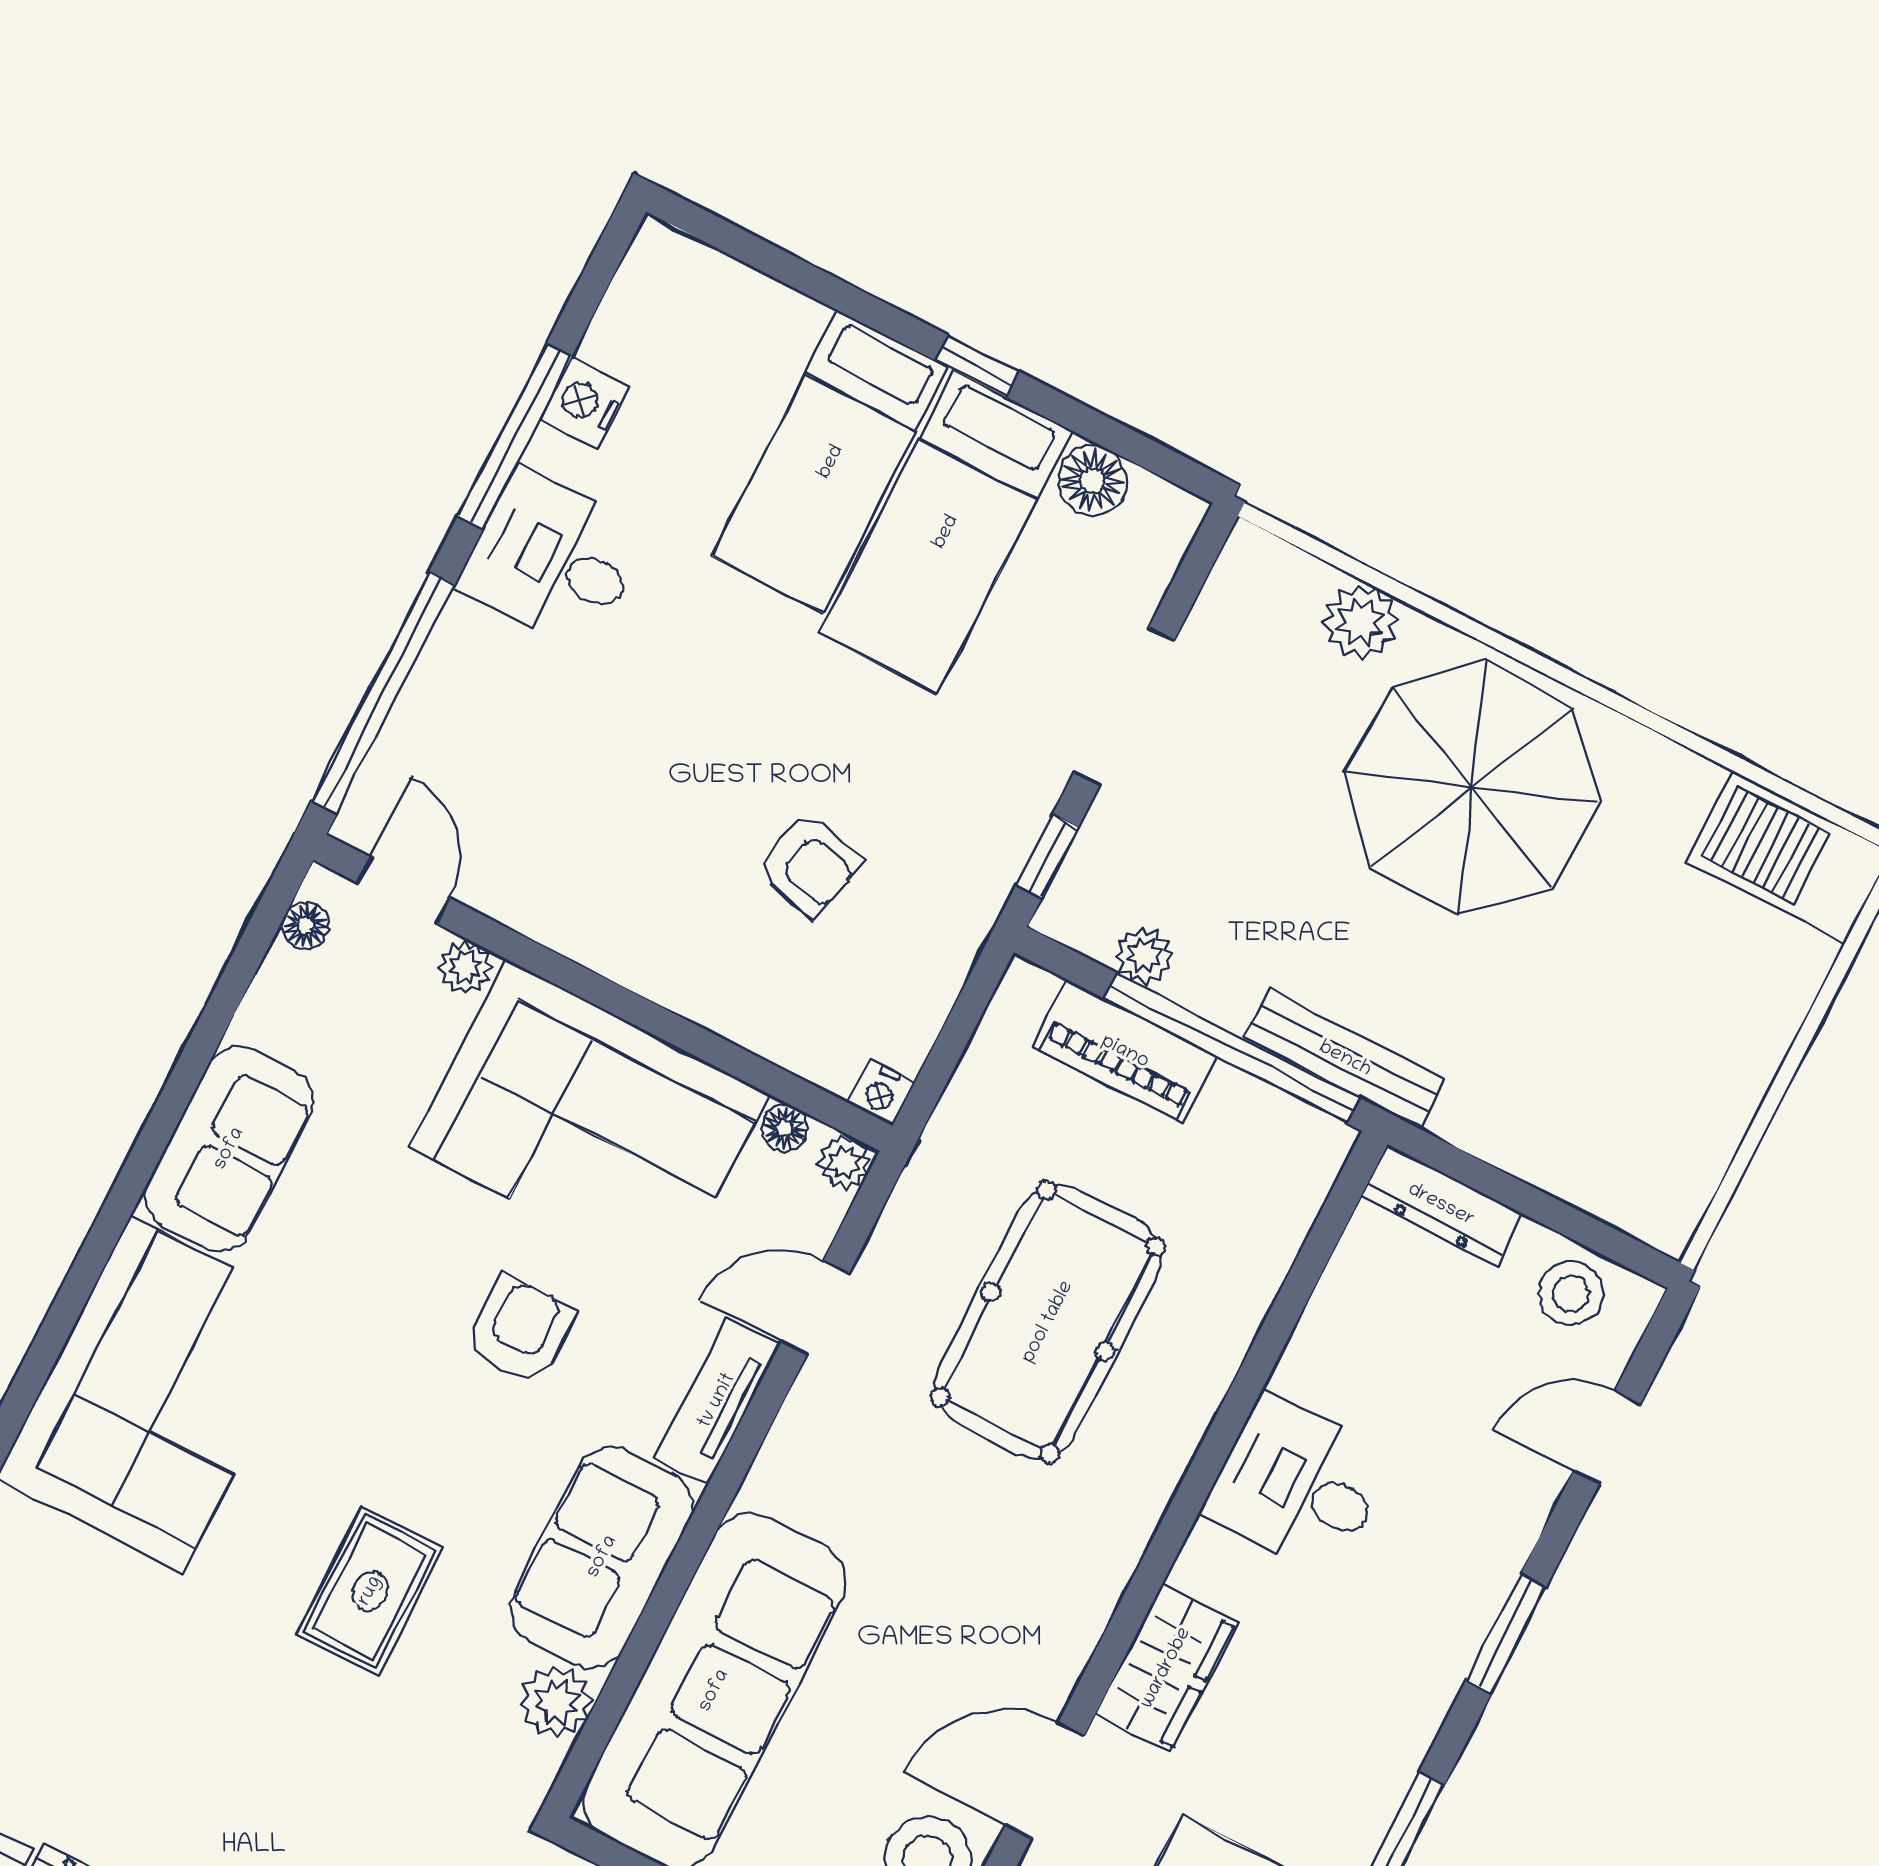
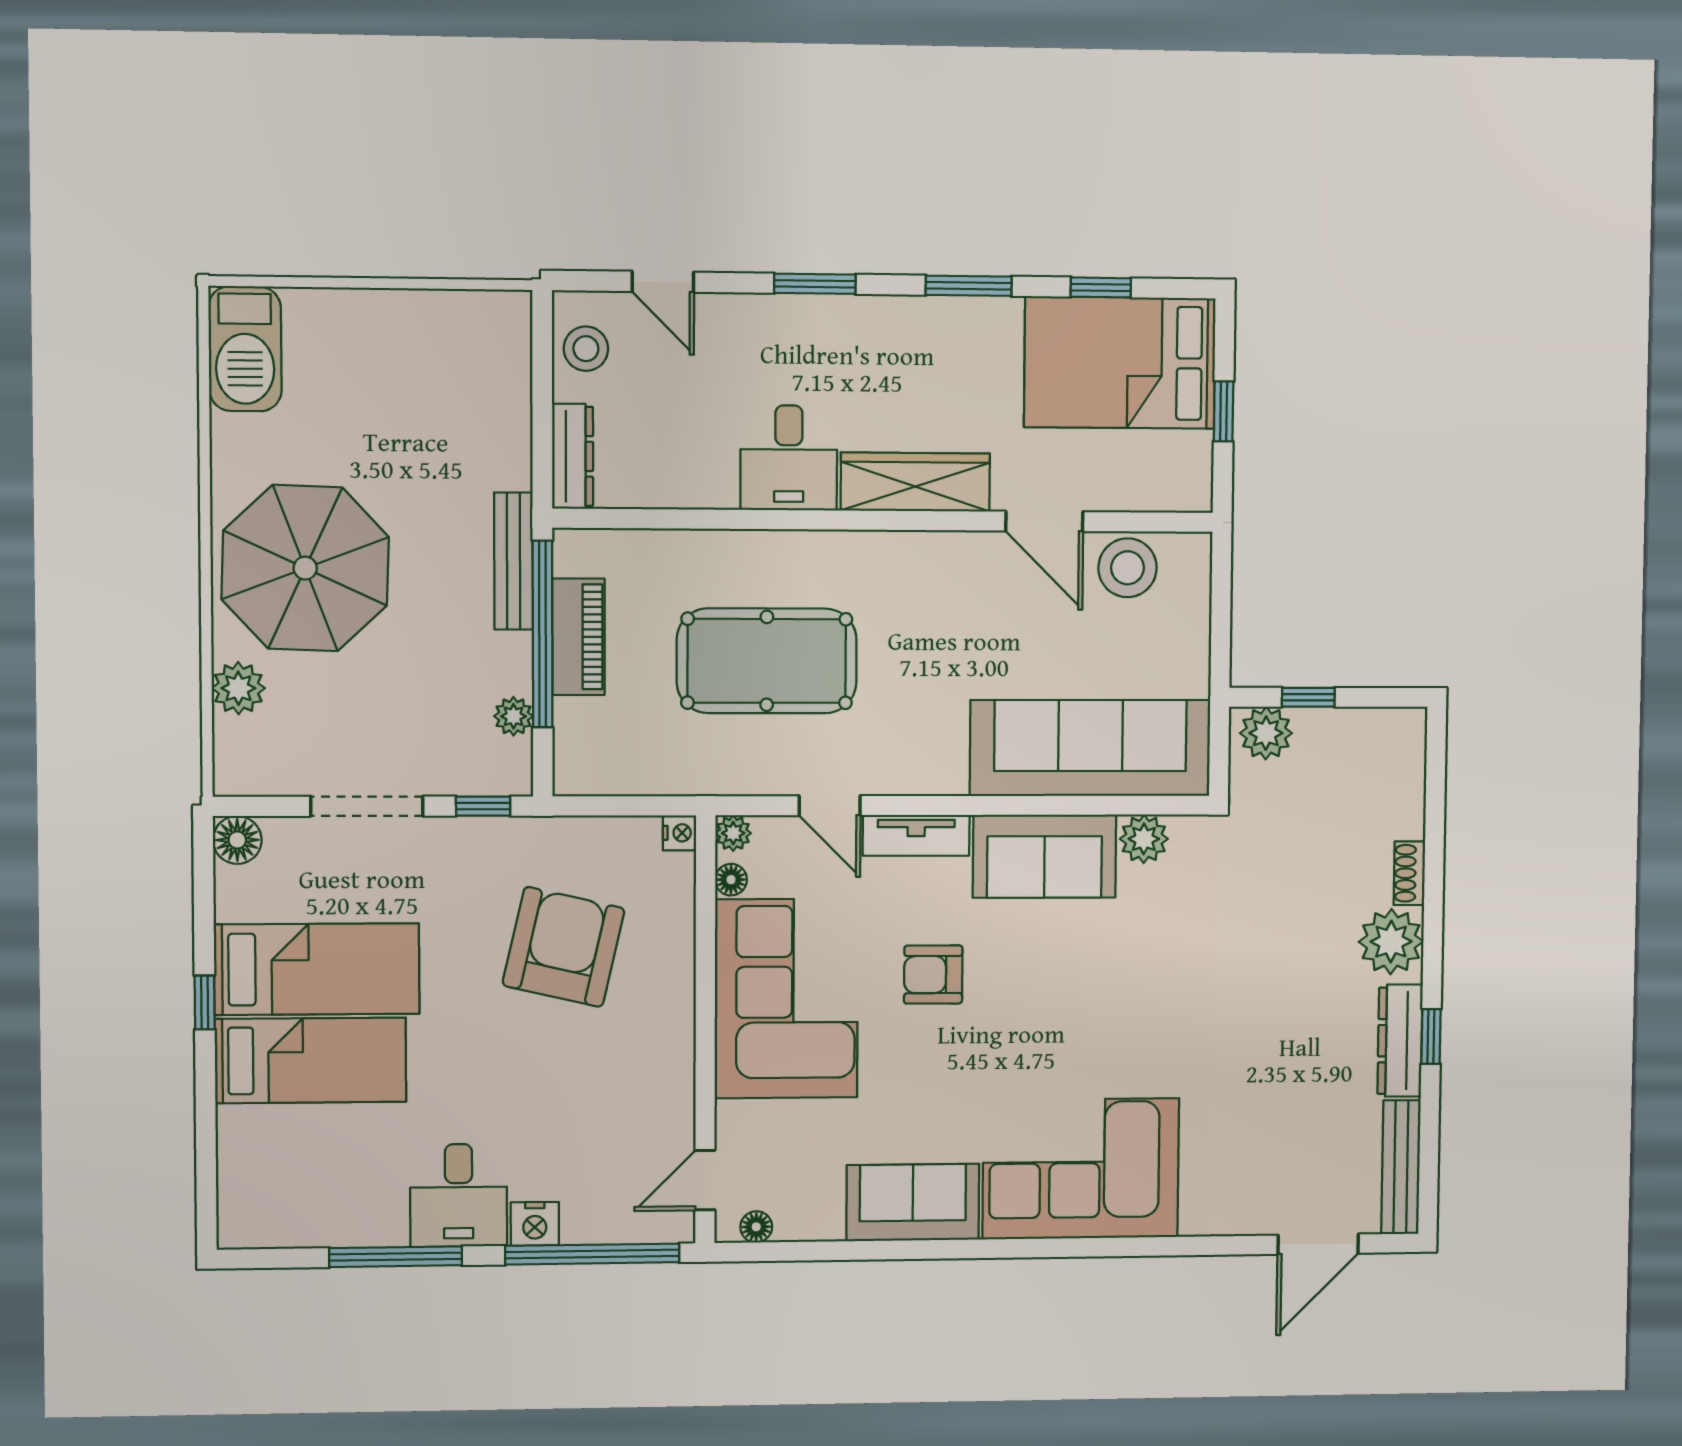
nightstand: (584, 402) -> (535, 1224), moved
floor lamp: (1093, 480) -> (237, 840), moved
armchair: (809, 865) -> (564, 947), width x1.88, depth x1.88
plant: (465, 968) -> (733, 1120), removed
piano: (1125, 1052) -> (578, 637), moved
rug: (370, 1591) -> (1134, 983), removed
wardrobe: (1166, 1668) -> (915, 482), width x1.50

